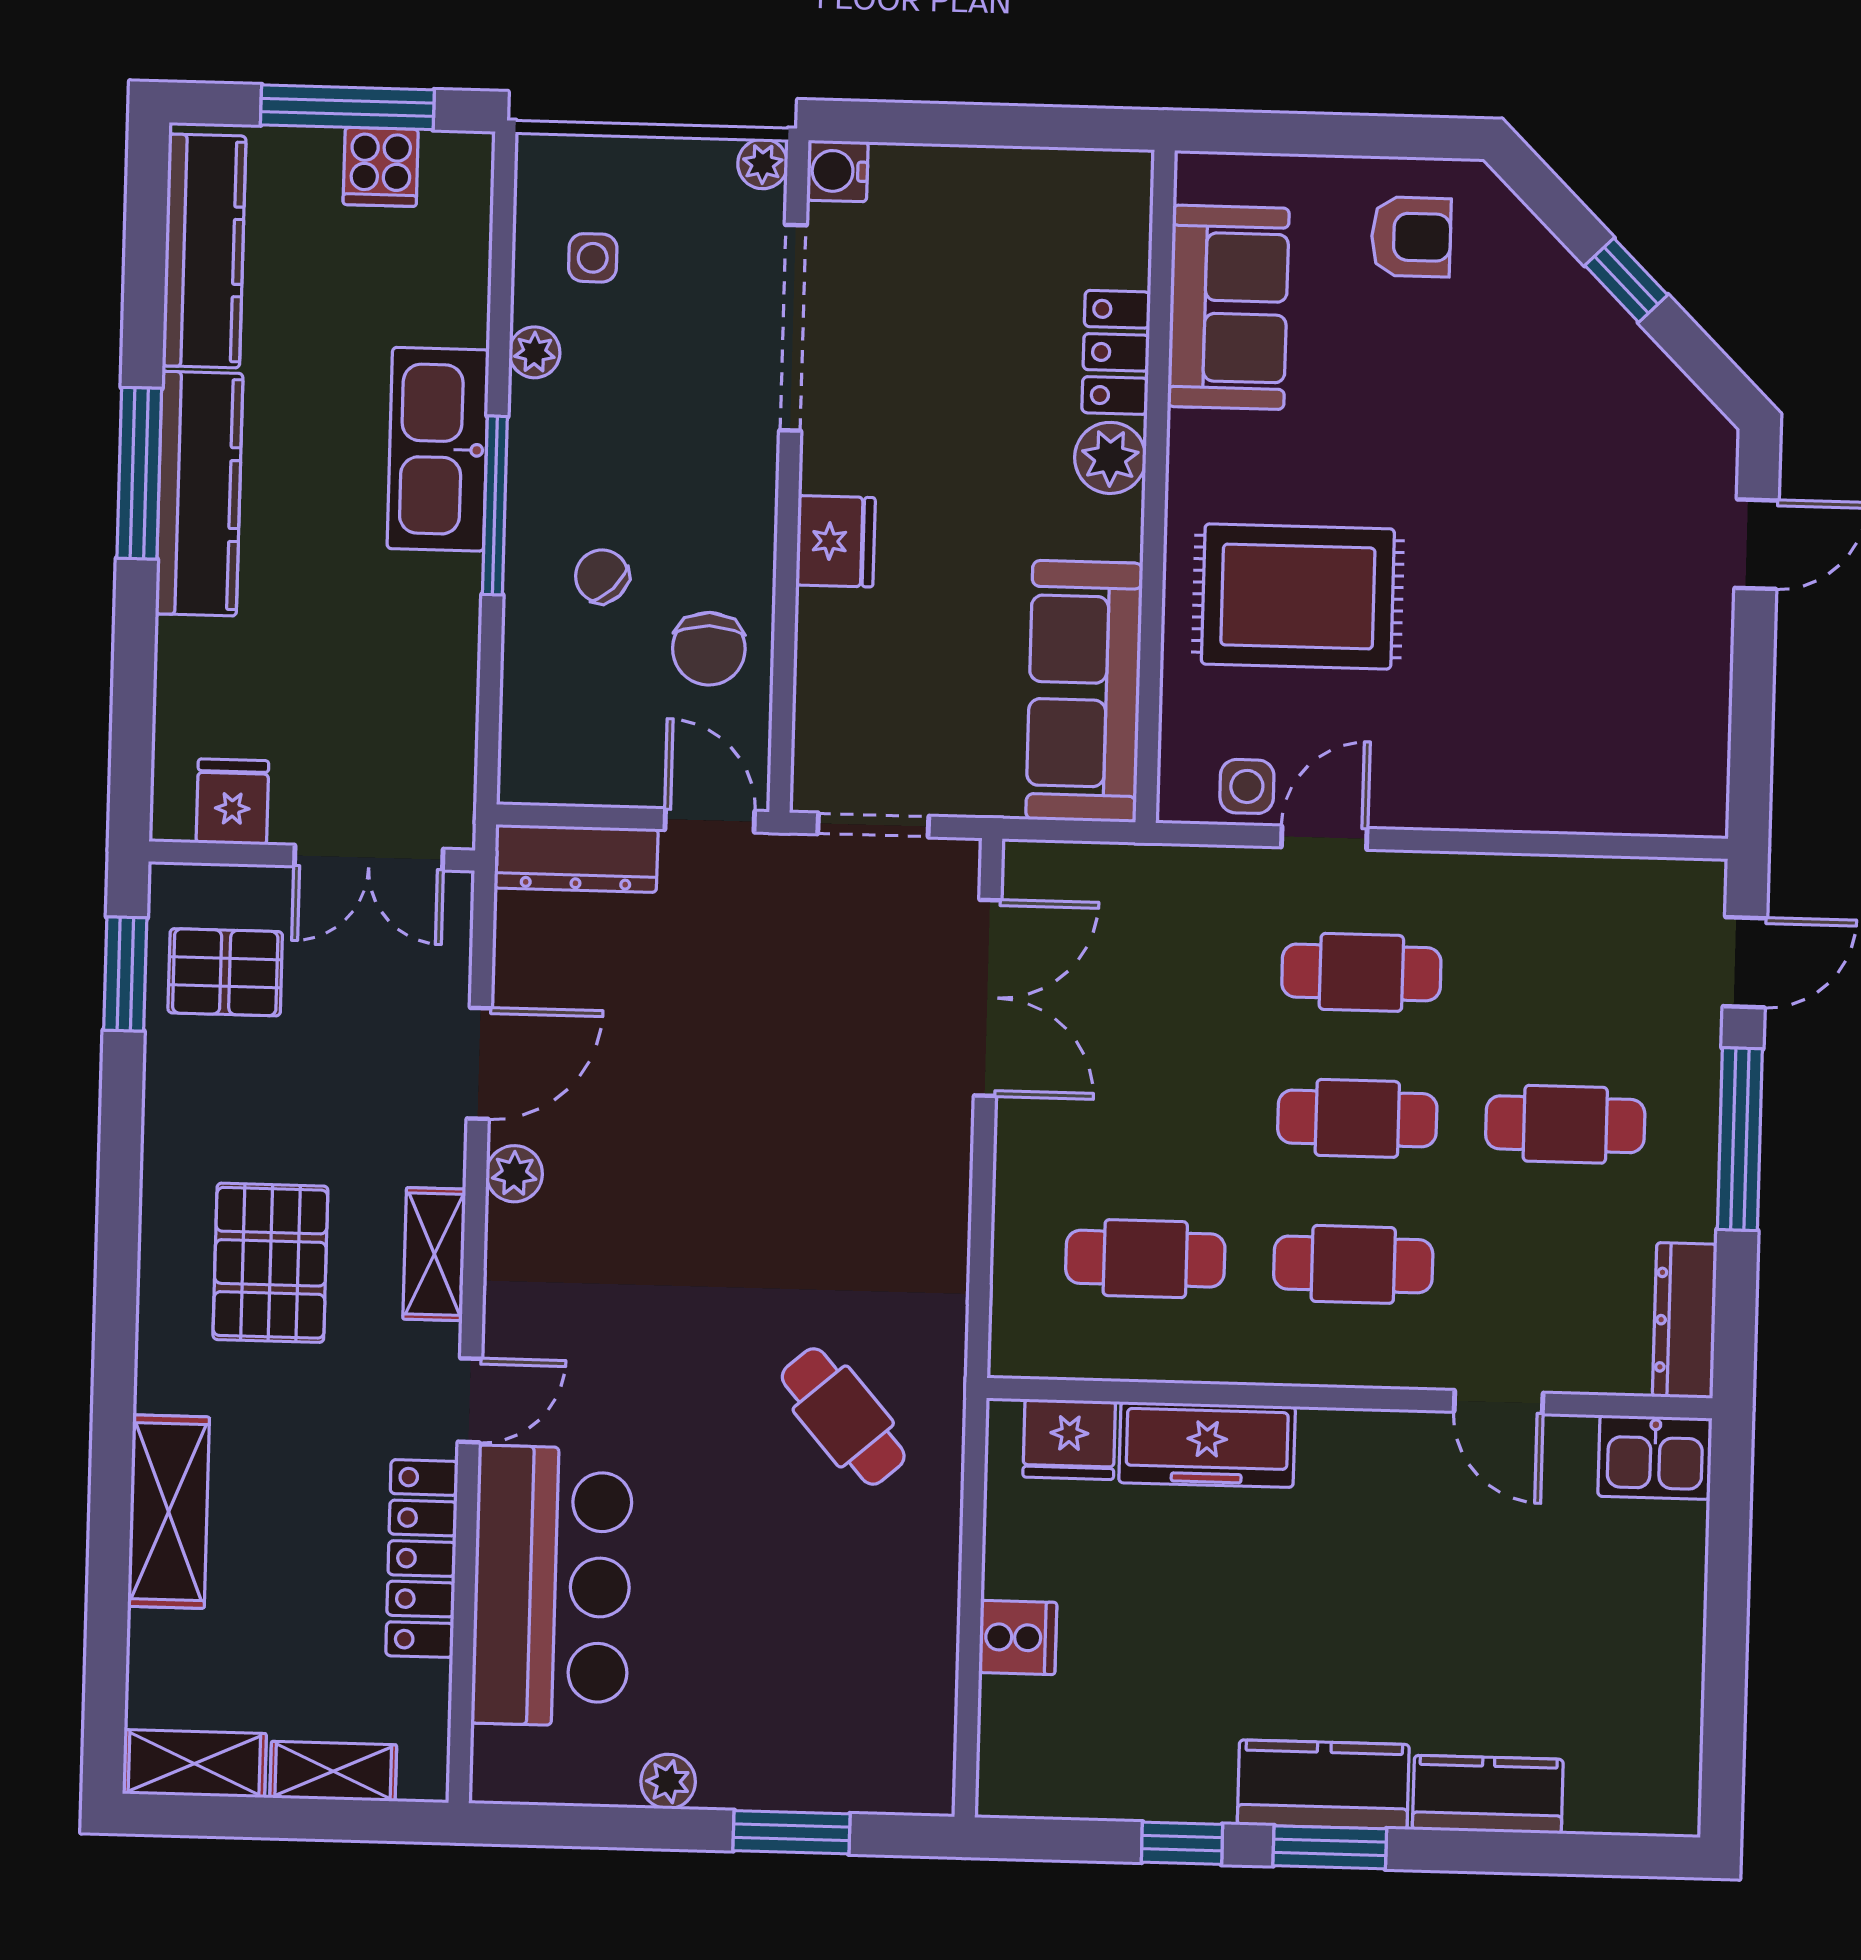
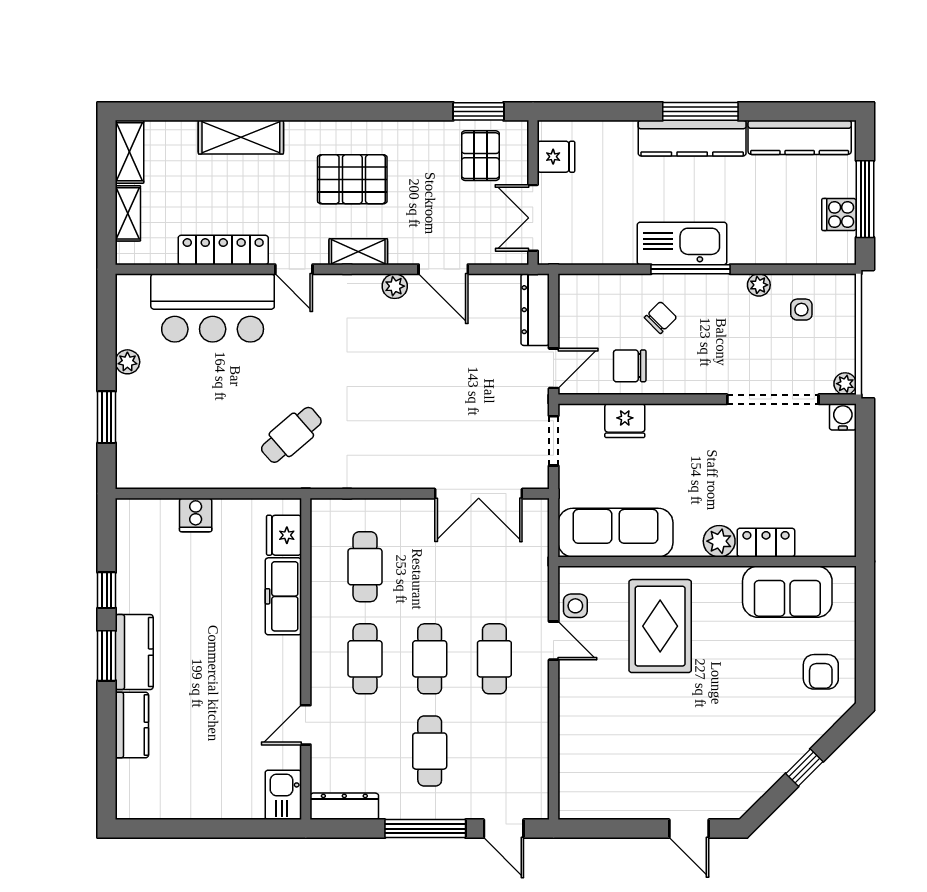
kitchen sink: (438, 449) -> (682, 243), moved
fridge: (836, 541) -> (625, 421), moved

